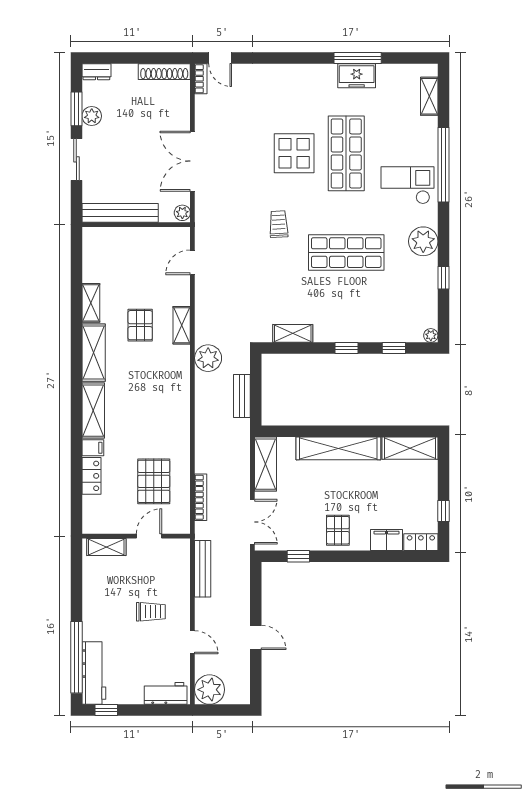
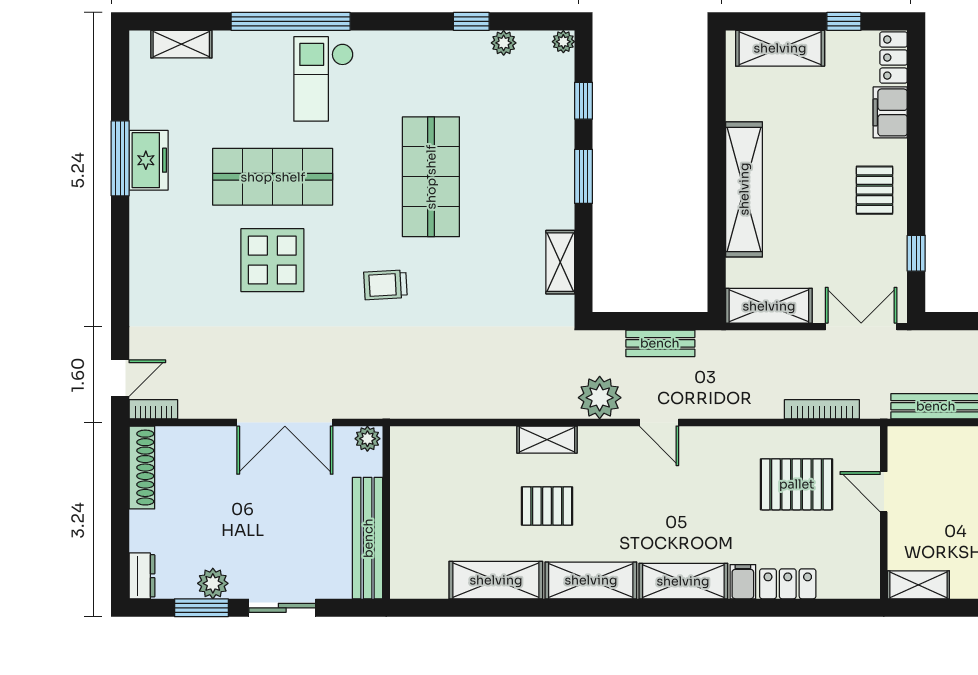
plant: (423, 241) -> (504, 43), moved, width x0.53, depth x0.53
door: (192, 262) -> (659, 423), moved
shelving: (91, 303) -> (496, 580), width x1.50, depth x1.33
window: (346, 348) -> (583, 176), width x1.50
shelving: (410, 448) -> (780, 48), moved, turned 90
pallet: (338, 530) -> (875, 190), turned 90
shelving: (106, 547) -> (918, 585), moved, turned 90

